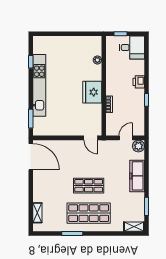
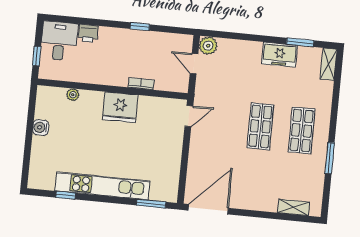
water cooler: (74, 41) -> (41, 127), added
printer: (139, 82) -> (88, 33), moved
freezer: (137, 176) -> (280, 55), moved, width x0.71
shop shelf: (89, 213) -> (302, 130), width x0.70, depth x0.74

